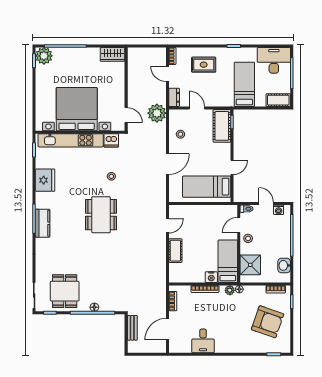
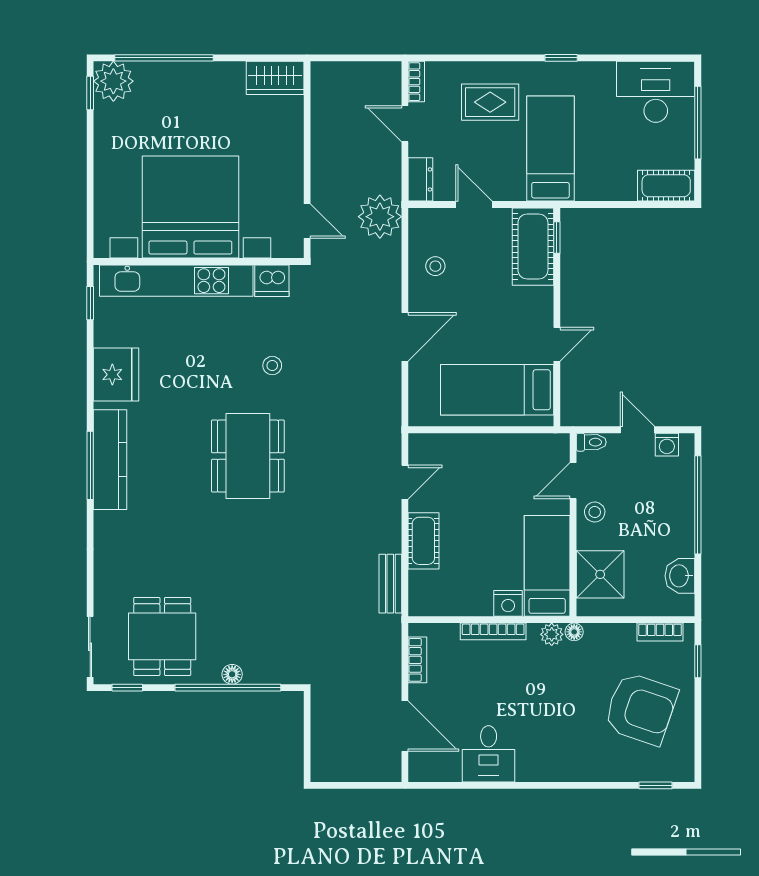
bed: (244, 84) -> (550, 149), moved
kitchen counter: (43, 223) -> (110, 460), width x1.50
bench: (132, 328) -> (390, 584), moved
door: (168, 329) -> (405, 726), swing flipped

